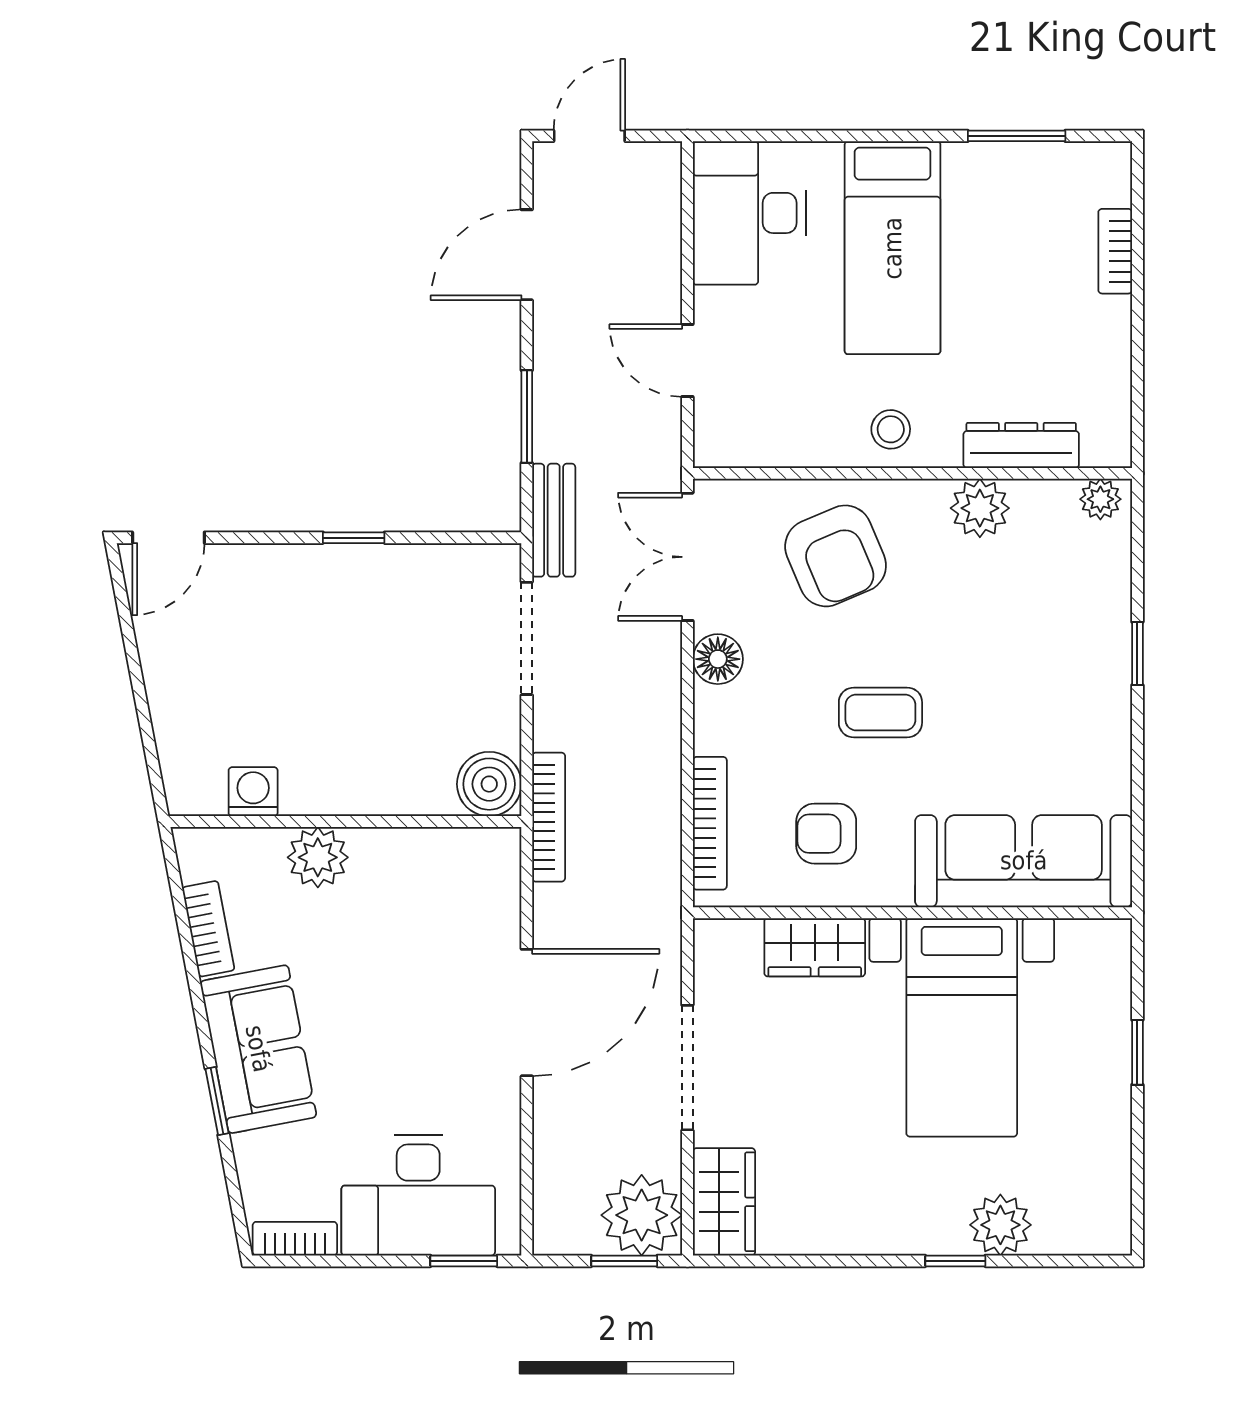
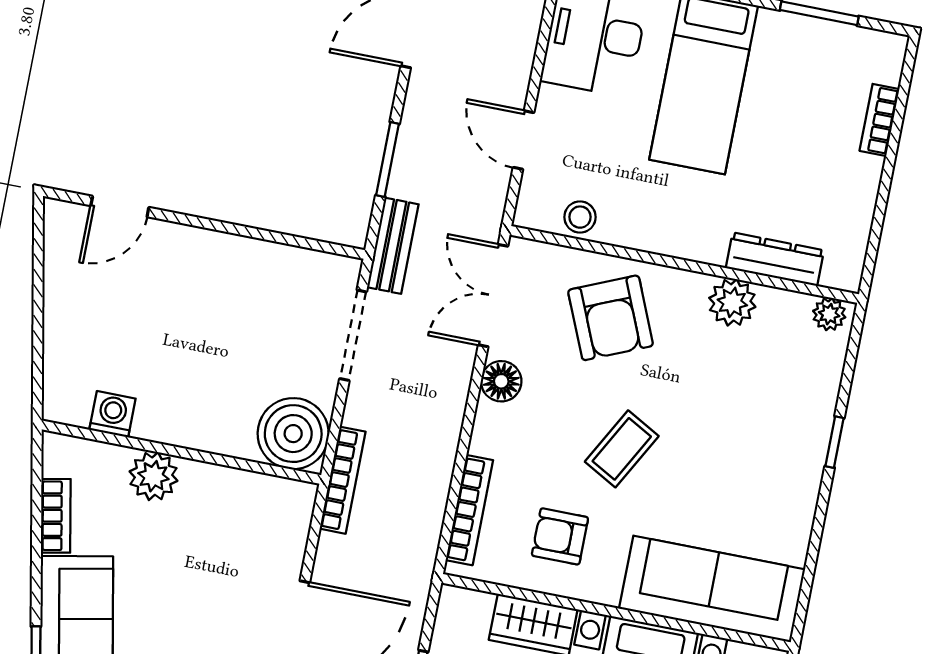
stool: (891, 429) -> (580, 217), moved
door: (168, 538) -> (120, 207), moved
window: (354, 538) -> (232, 229), removed
coffee table: (880, 712) -> (622, 449), turned -61
boiler: (489, 784) -> (293, 434), width x1.37, depth x1.37

